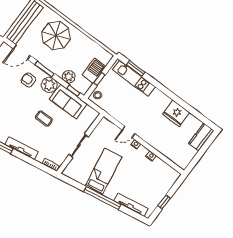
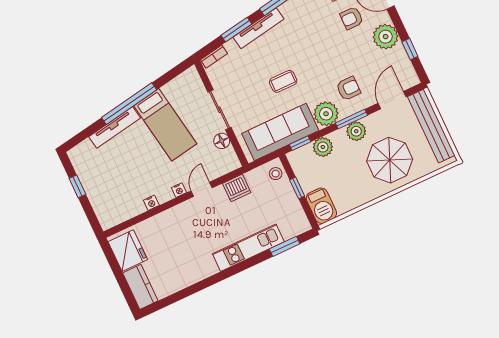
plant: (50, 63) -> (356, 131), added
barbecue: (94, 71) -> (321, 206), moved
kitchen unit: (134, 78) -> (248, 248), moved
sofa: (68, 101) -> (280, 132), width x1.36
dishwasher: (117, 113) -> (237, 188), added
fridge: (176, 113) -> (128, 251), moved, turned 90
floor lamp: (95, 135) -> (222, 141), added
window: (29, 160) -> (236, 30), added
tv unit: (131, 205) -> (115, 127), moved

